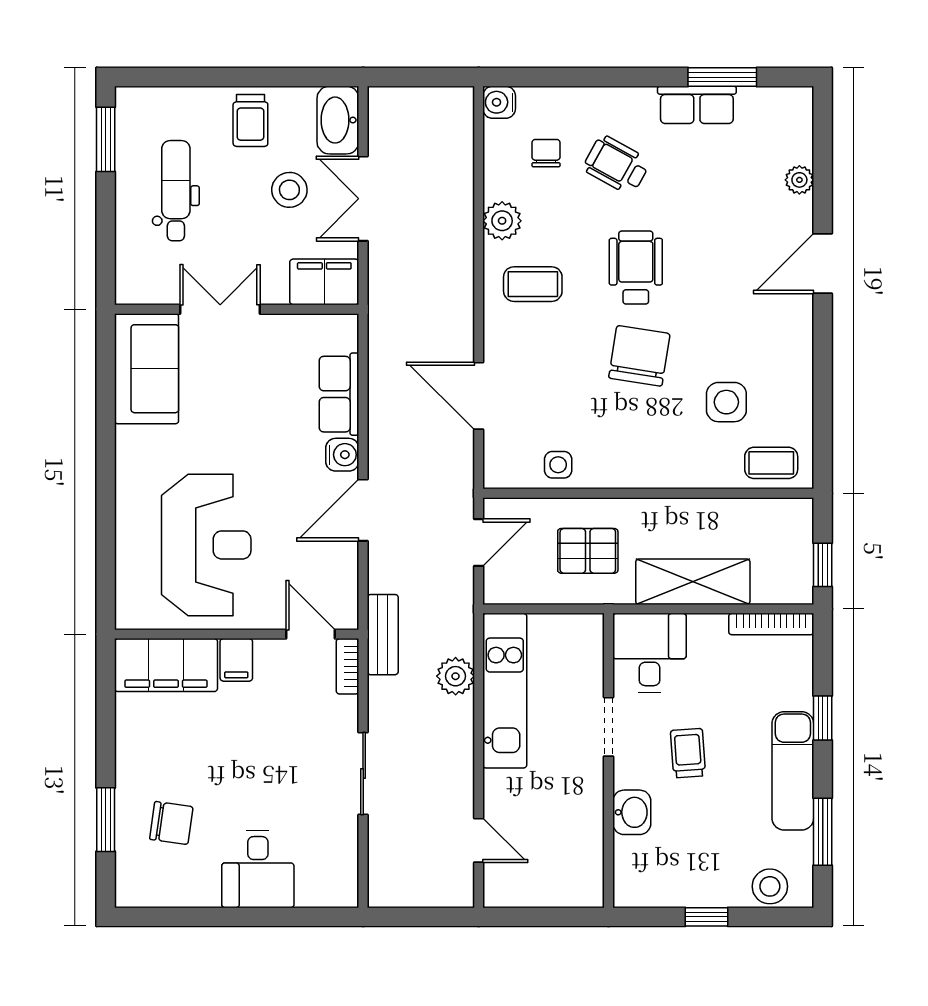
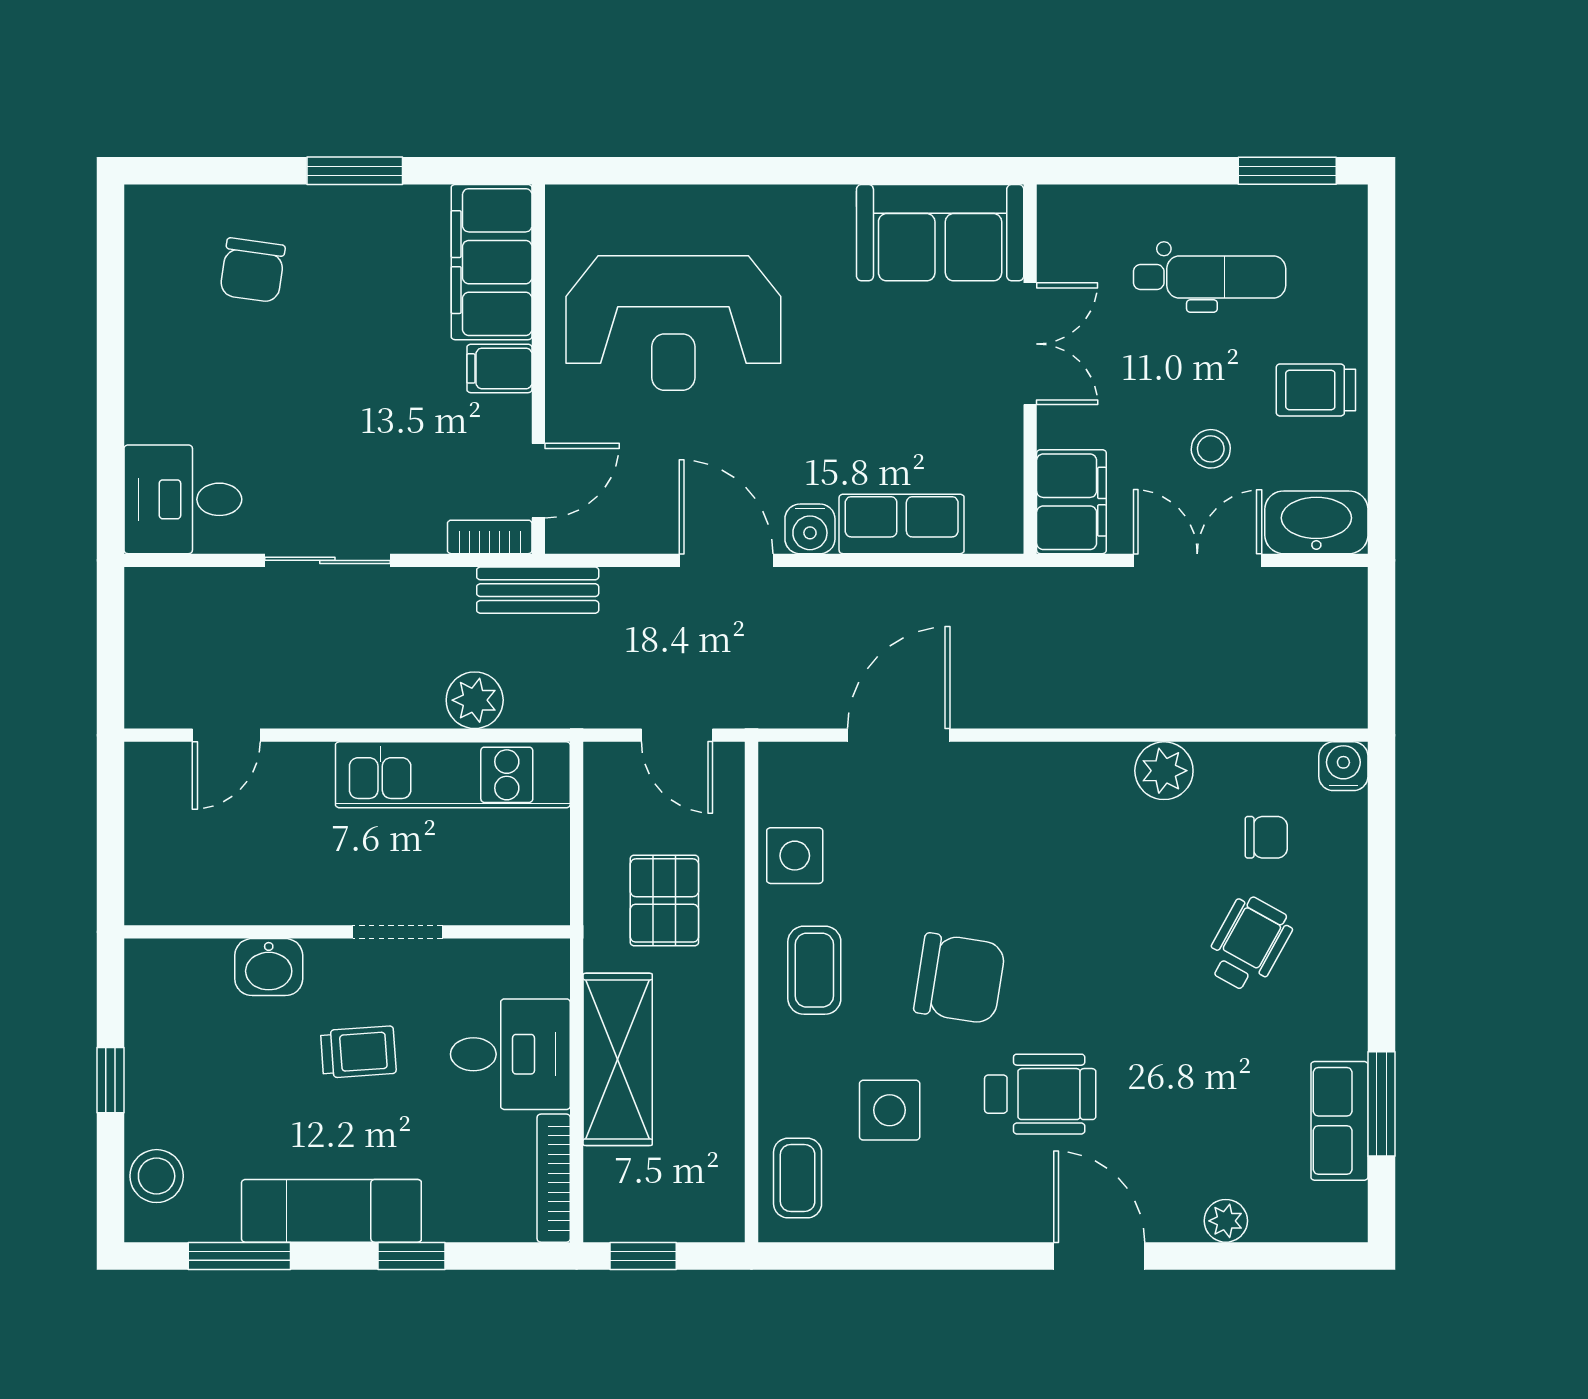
row of seats: (697, 105) -> (1339, 1121), moved
stool: (289, 190) -> (1211, 449), width x0.73, depth x0.73
wheelchair: (636, 268) -> (1040, 1094), moved
coffee table: (533, 284) -> (814, 970), moved
side table: (558, 465) -> (795, 856), width x1.37, depth x1.37
desk: (650, 653) -> (510, 1054), moved
window: (106, 820) -> (355, 171), moved
desk: (258, 869) -> (183, 499), moved

